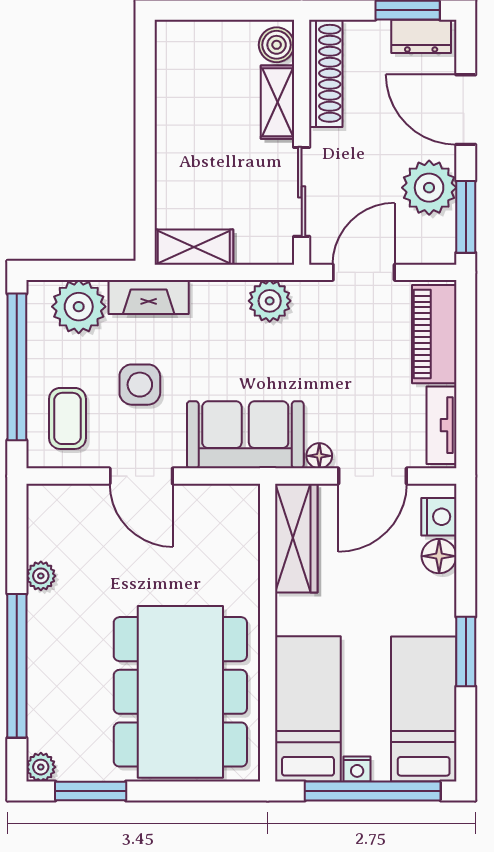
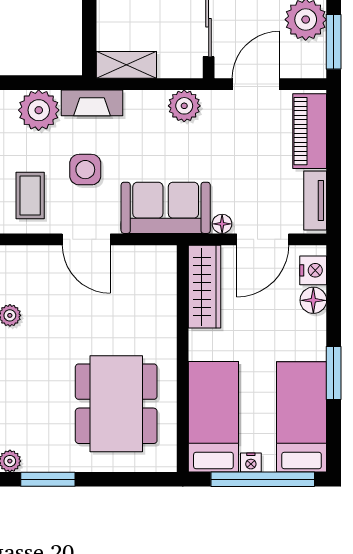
dining table: (180, 692) -> (116, 404), width x0.73, depth x0.80

